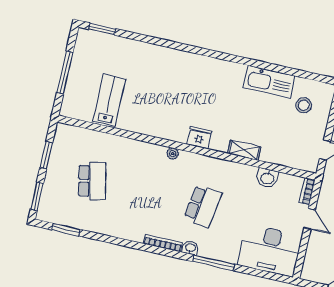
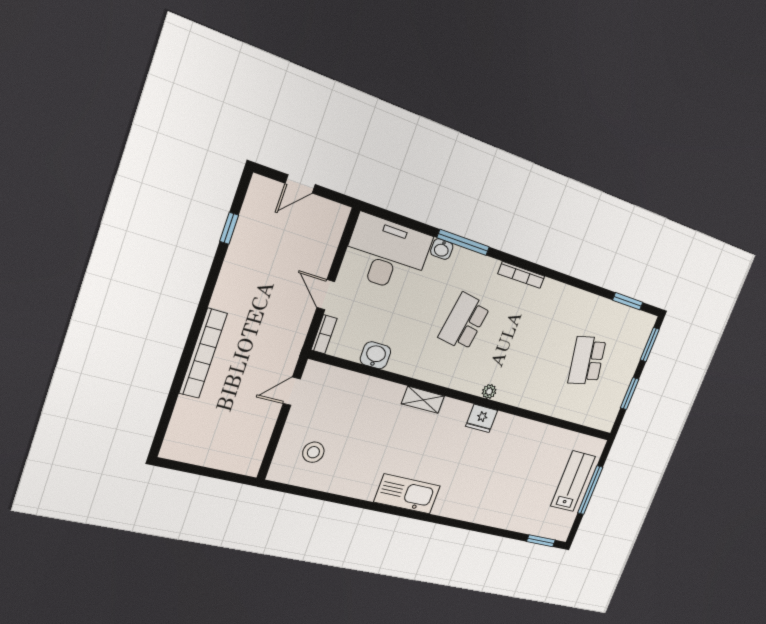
kitchen sink: (269, 82) -> (407, 494), moved
lab bench: (109, 100) -> (573, 481), moved, turned 180
fridge: (199, 138) -> (482, 418), moved
shelving: (244, 150) -> (423, 400), moved
washbasin: (190, 248) -> (442, 249), moved

